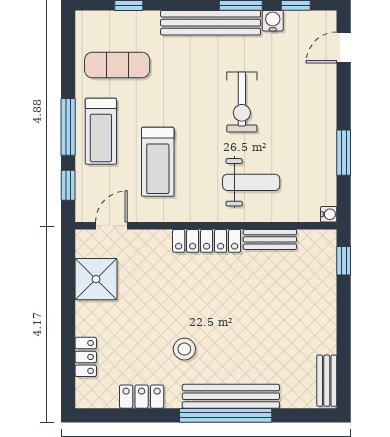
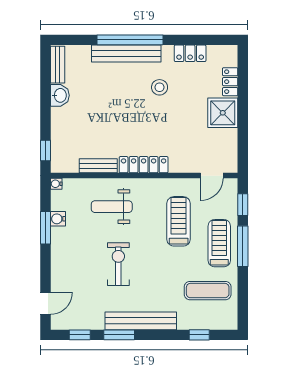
water cooler: (273, 21) -> (58, 219), moved, turned 90
shower: (96, 279) -> (223, 113), moved
washbasin: (324, 338) -> (60, 95), added

